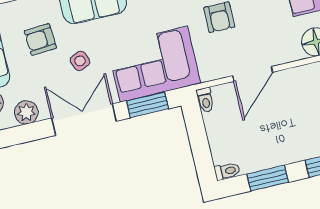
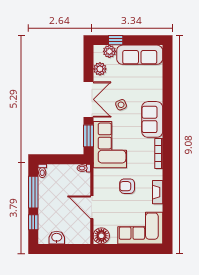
armchair: (40, 39) -> (138, 86), removed
door: (253, 74) -> (92, 207), moved
window: (268, 178) -> (33, 192), width x1.44

